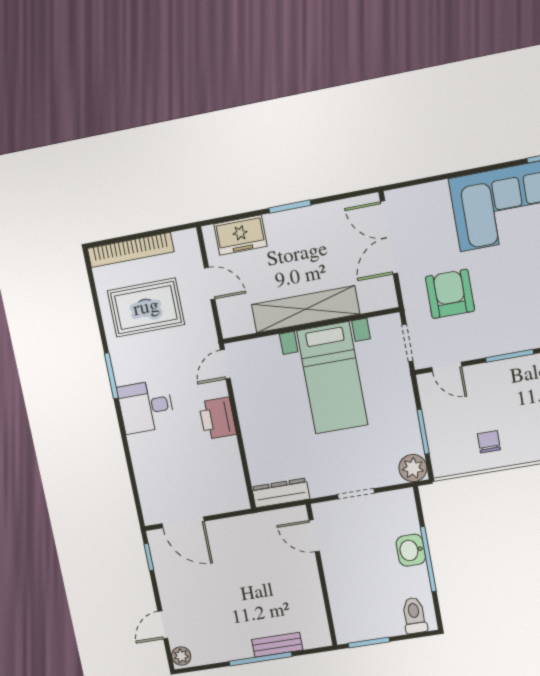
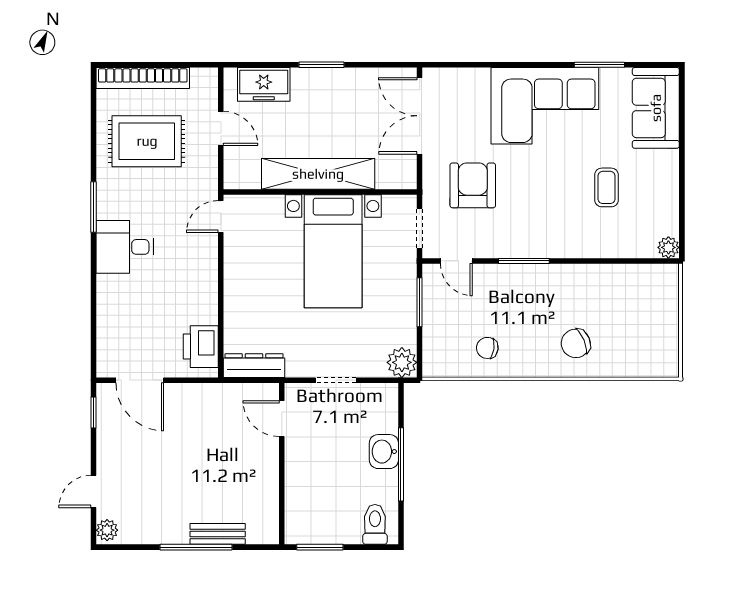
printer: (217, 418) -> (201, 347), moved
window: (423, 432) -> (420, 302), moved
chair: (489, 442) -> (487, 348), turned -82

